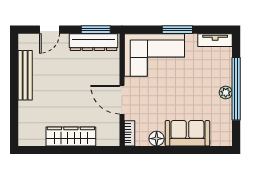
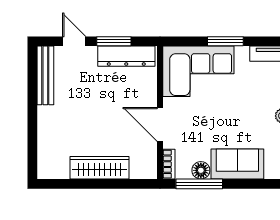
door: (50, 30) -> (74, 41), swing flipped
window: (96, 30) -> (114, 41), moved
bench: (25, 75) -> (45, 75), moved
window: (155, 150) -> (199, 184), added

